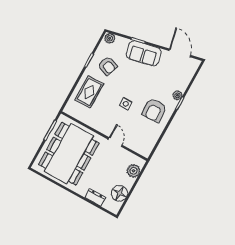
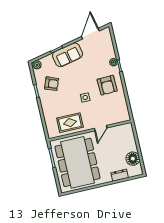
door: (180, 53) -> (90, 34), hinge flipped
rug: (89, 92) -> (70, 123), moved, turned 90
door: (115, 142) -> (101, 128), swing flipped
plant: (133, 171) -> (129, 136), removed

